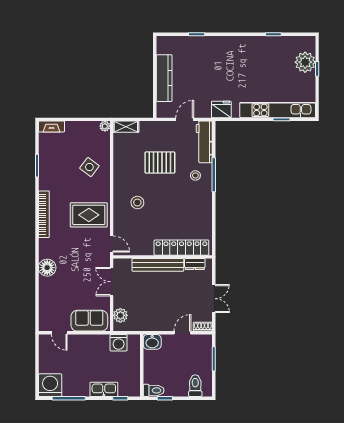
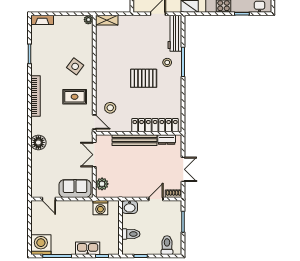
pallet: (160, 163) -> (144, 78), moved
side table: (89, 167) -> (75, 66), moved
stool: (137, 203) -> (110, 108), moved
rug: (89, 215) -> (75, 97), width x0.73, depth x0.70
toilet: (154, 390) -> (131, 234), moved

